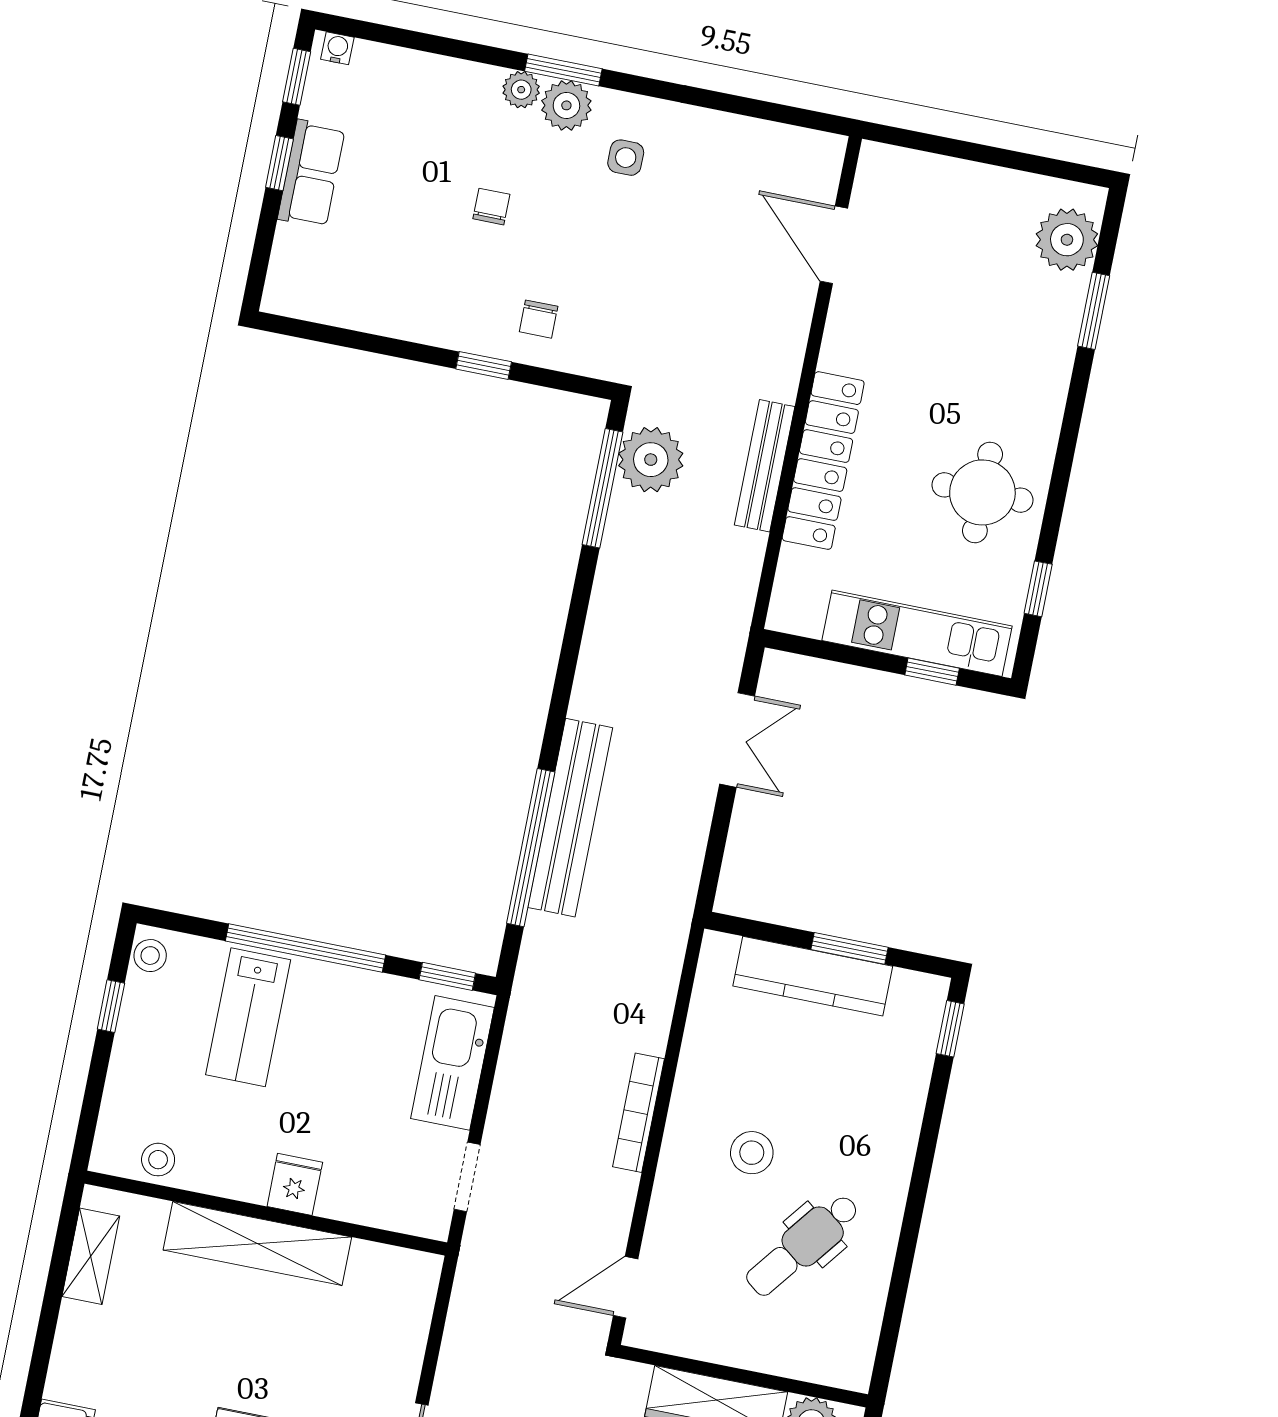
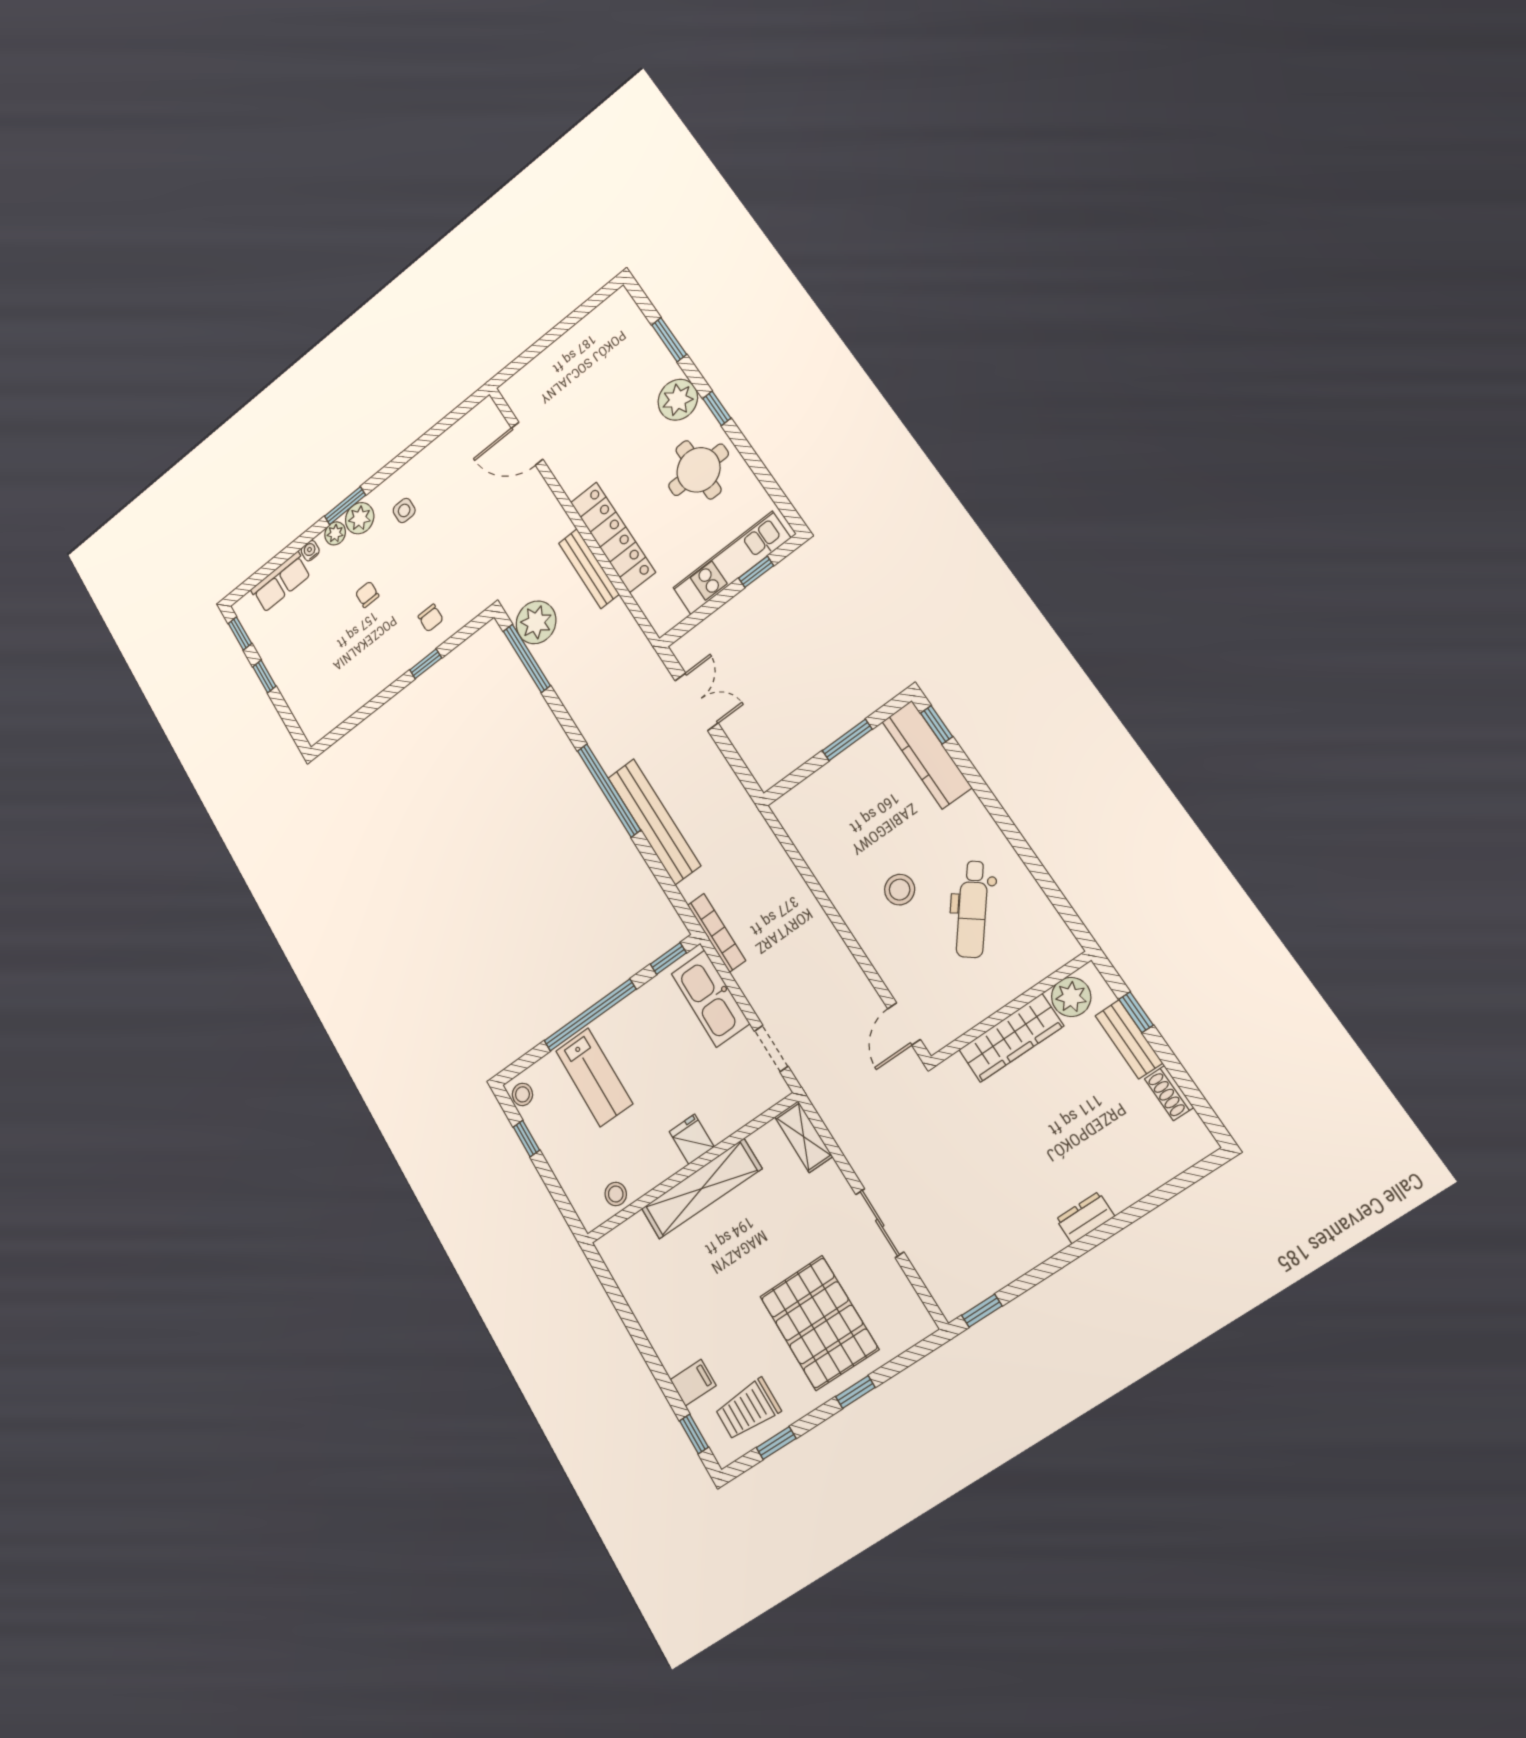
water cooler: (337, 48) -> (310, 551), moved
row of seats: (311, 174) -> (281, 582), moved, turned 90
plant: (1067, 240) -> (678, 400), moved
window: (1038, 589) -> (717, 408), moved
window: (531, 848) -> (609, 790), moved
kitchen counter: (813, 976) -> (927, 754), moved, turned 90
bookcase: (639, 1113) -> (716, 933), moved, turned 180
shelving: (91, 1256) -> (804, 1137), moved

